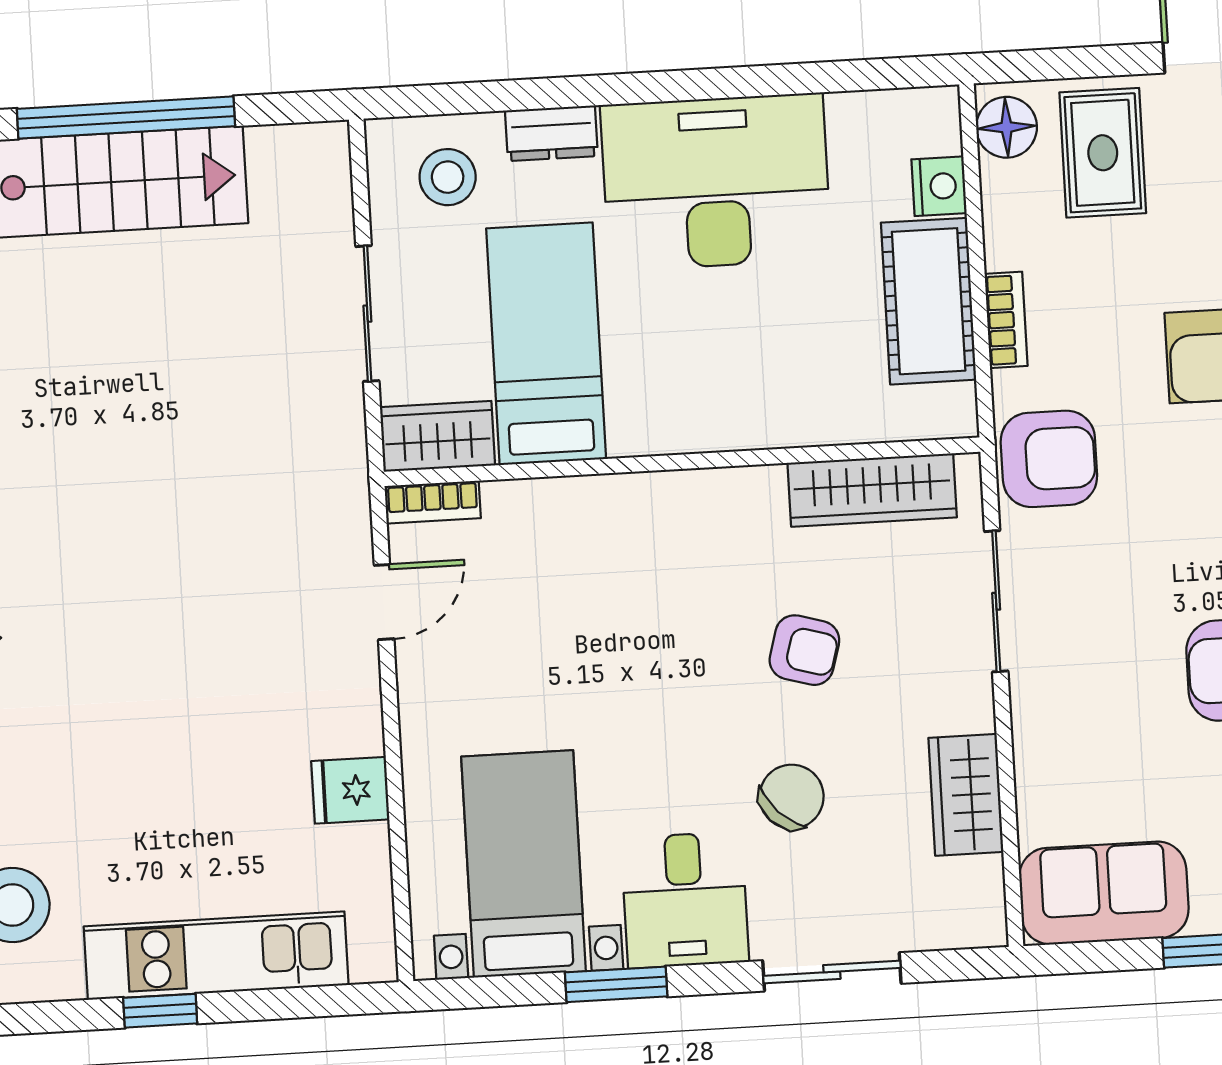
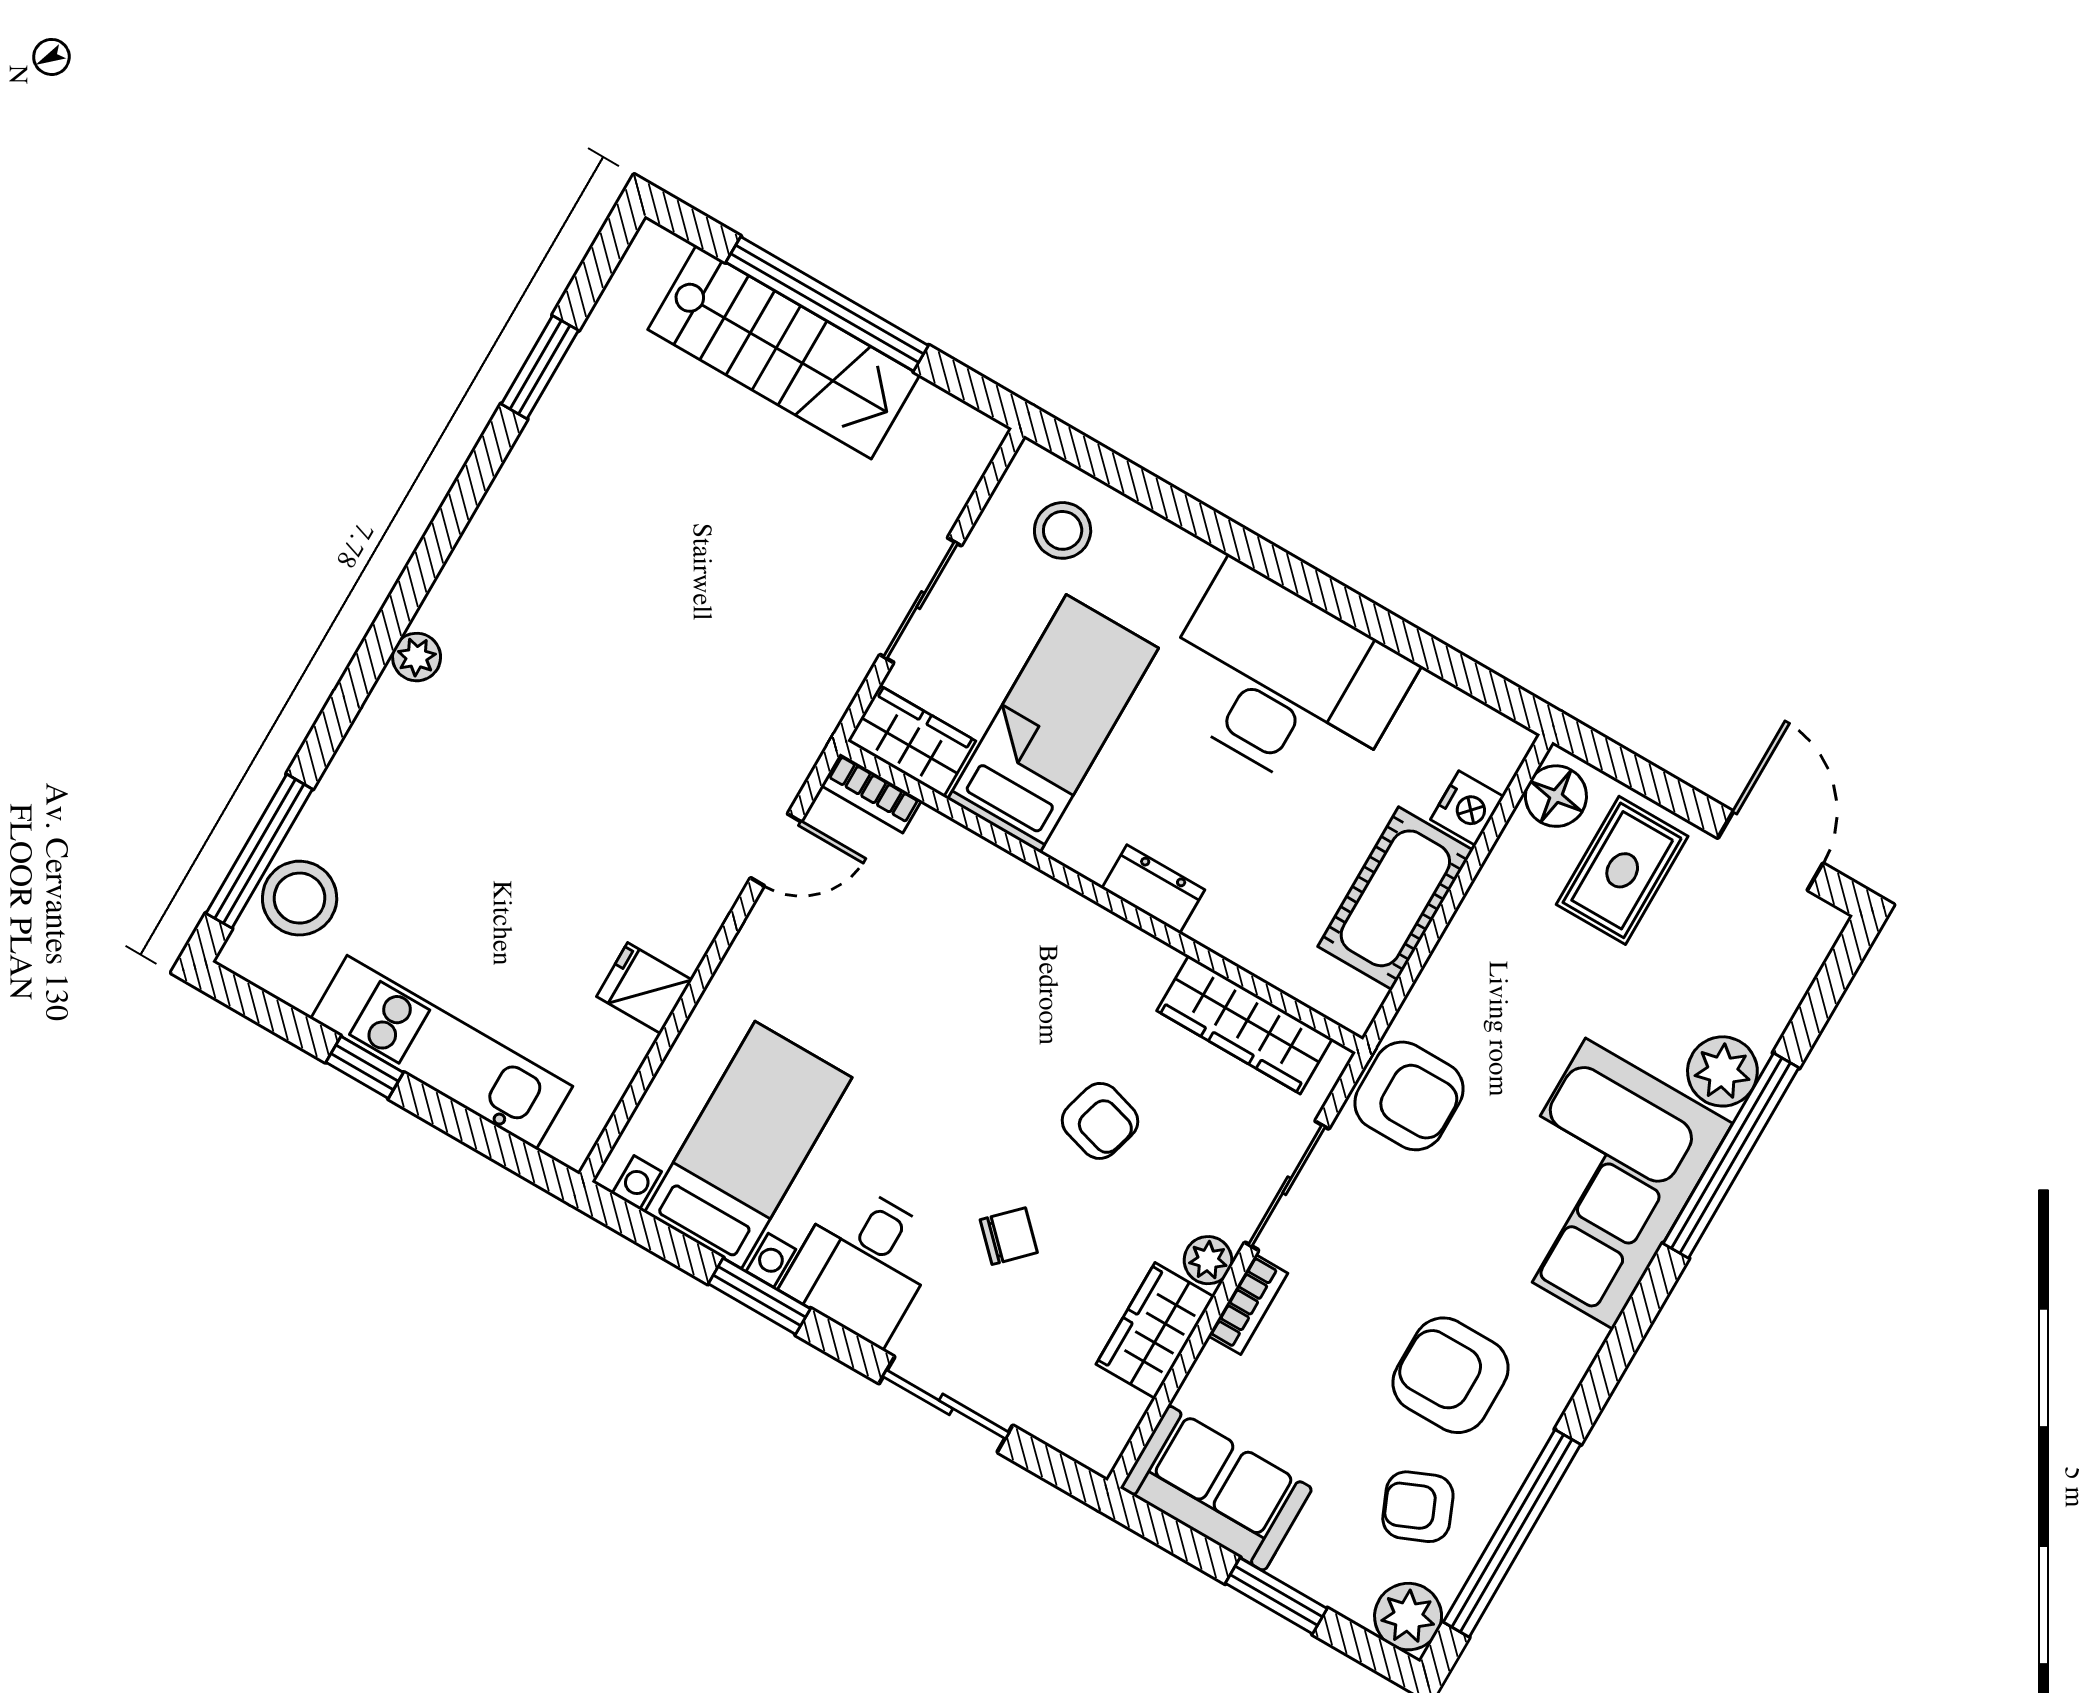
dresser: (551, 133) -> (1153, 889), moved, turned 180
bookcase: (1006, 320) -> (1248, 1304), moved
plant: (971, 707) -> (1208, 1260), added
chair: (792, 797) -> (1009, 1236), width x0.73, depth x0.73

